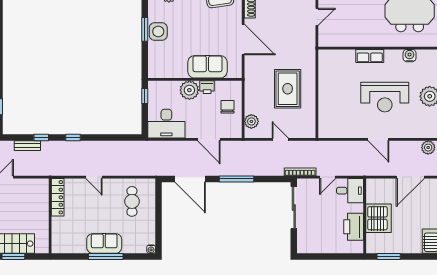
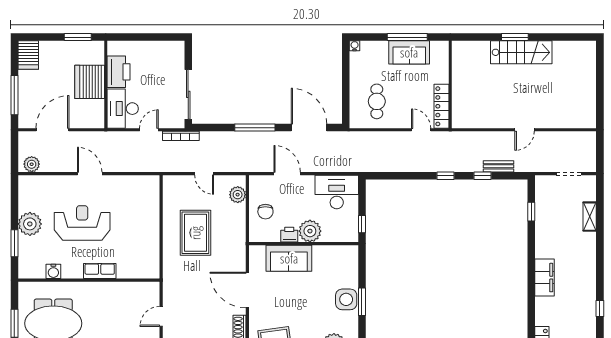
desk: (350, 191) -> (123, 109), width x1.37
locker: (58, 197) -> (441, 106), moved
wall: (50, 216) -> (450, 85), moved

